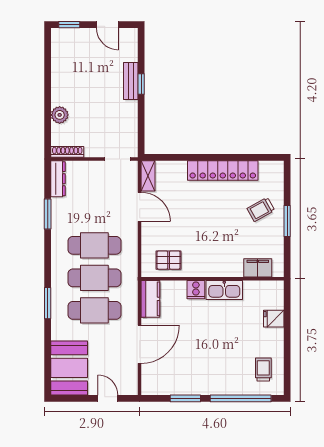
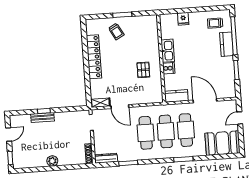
plant: (60, 115) -> (52, 161), moved
door: (140, 207) -> (120, 107), swing flipped
pallet: (169, 260) -> (143, 70), moved
filing cabinet: (258, 268) -> (152, 31), removed
kitchen counter: (228, 385) -> (226, 44), added

